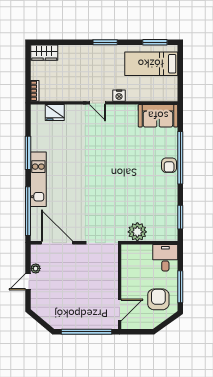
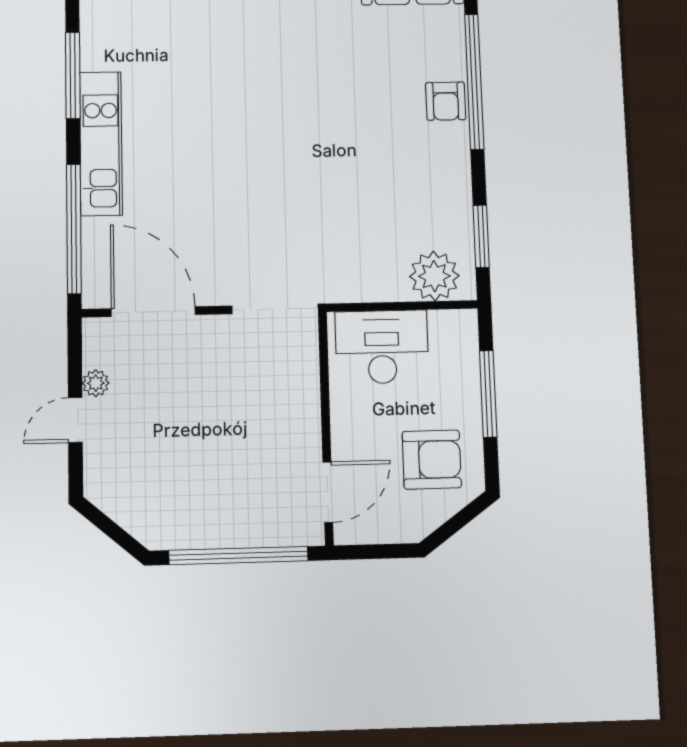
plant: (137, 232) -> (434, 276), moved
desk: (165, 258) -> (382, 347), moved, width x1.37
window: (180, 287) -> (488, 394), moved
armchair: (158, 299) -> (432, 460), turned 90

